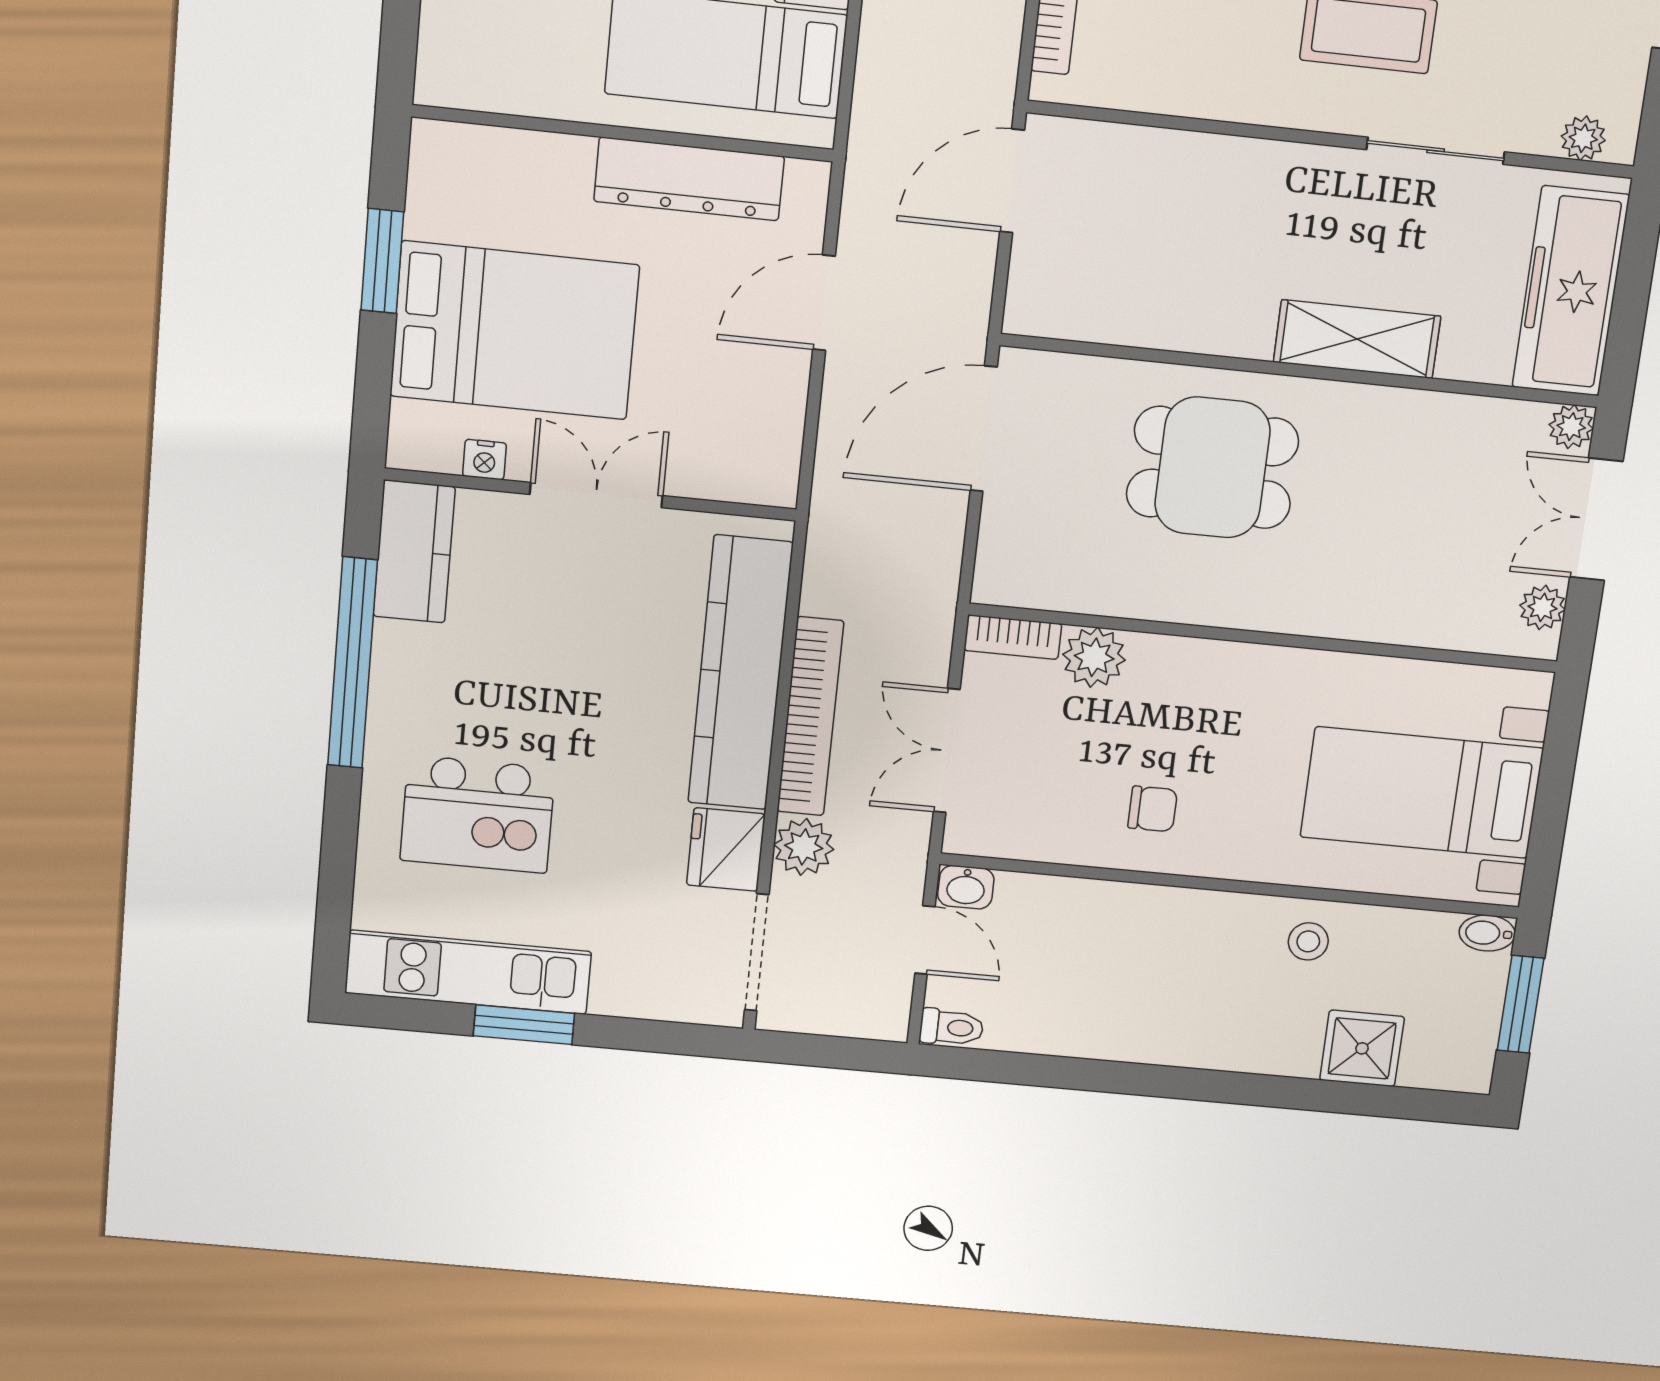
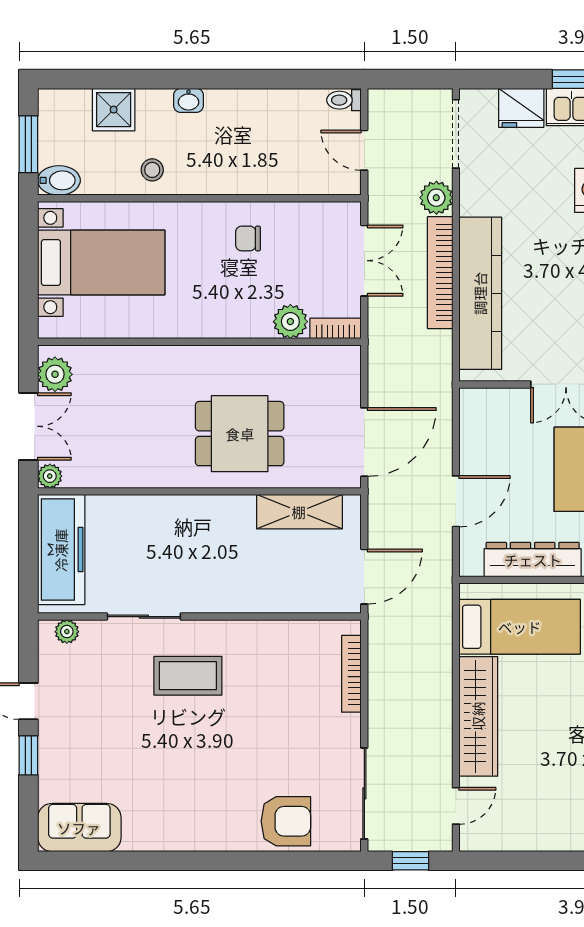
shelving: (1357, 339) -> (299, 512), moved
plant: (1543, 607) -> (55, 374), width x1.38, depth x1.38
fridge: (726, 849) -> (521, 108), moved, turned 90
washbasin: (966, 887) -> (188, 100), moved, turned 180
bidet: (1487, 933) -> (59, 180), width x1.38, depth x1.36

